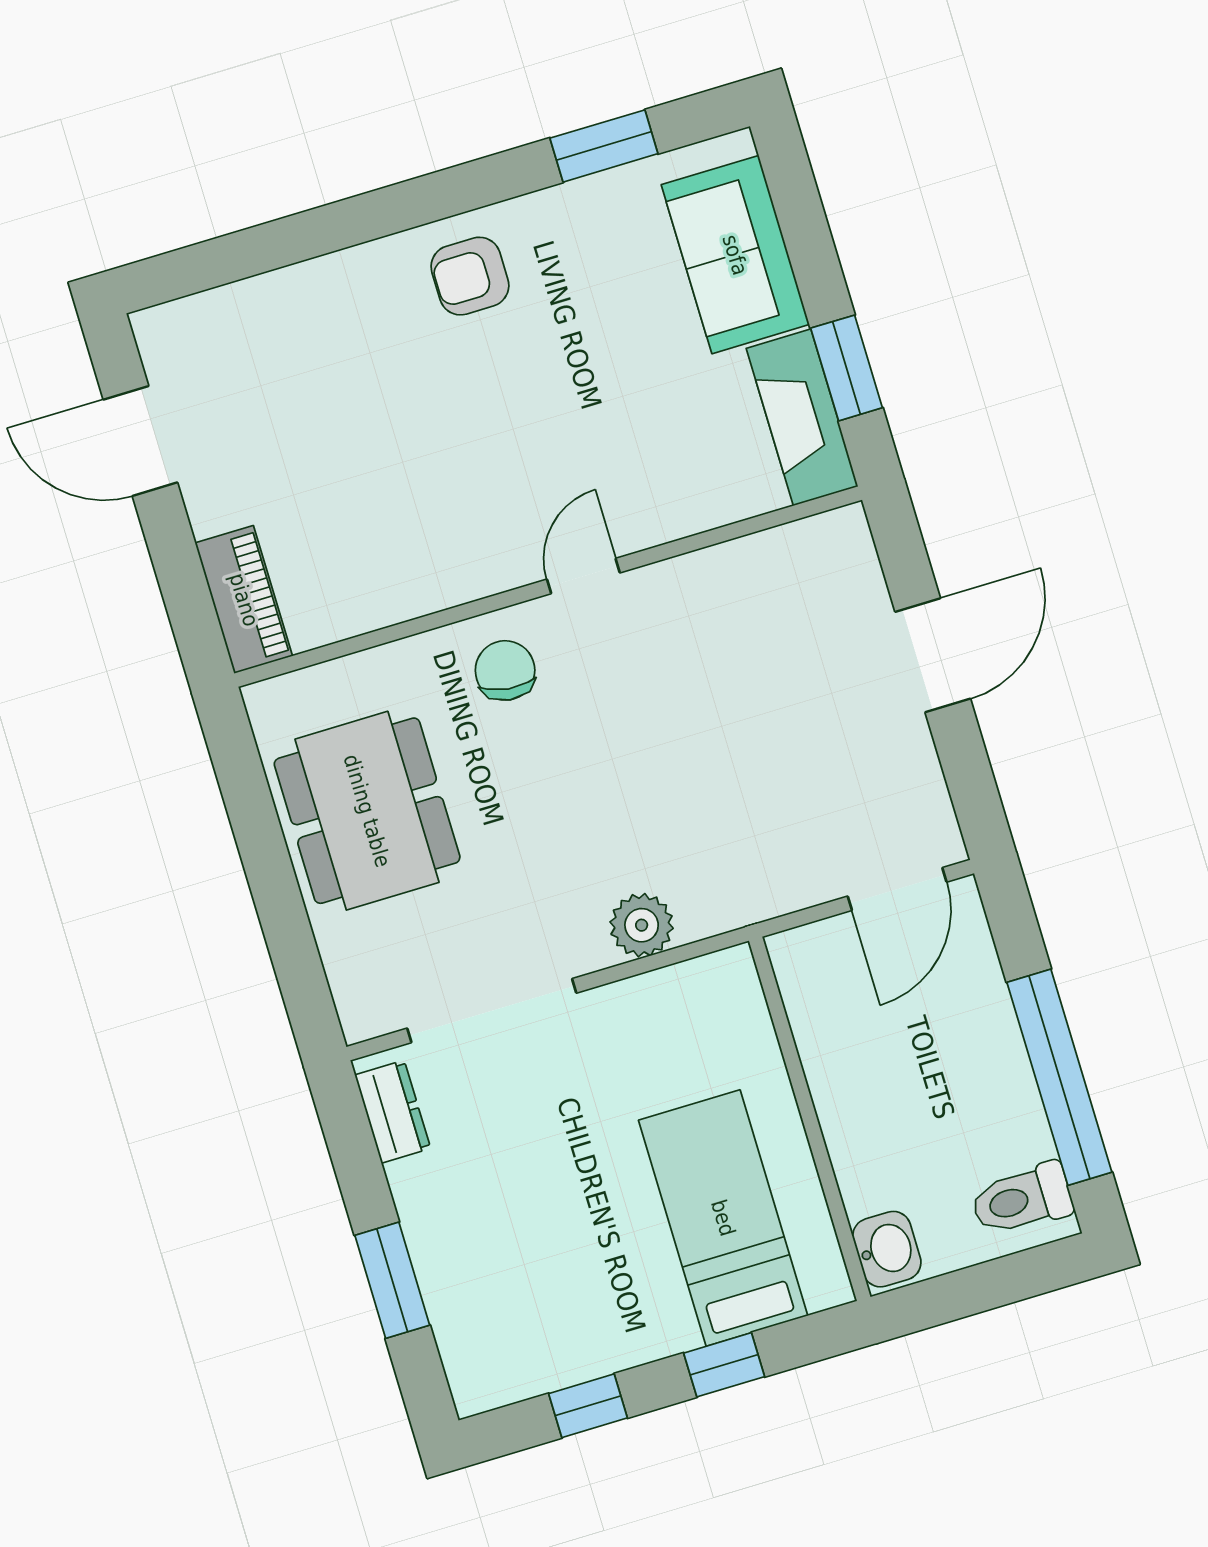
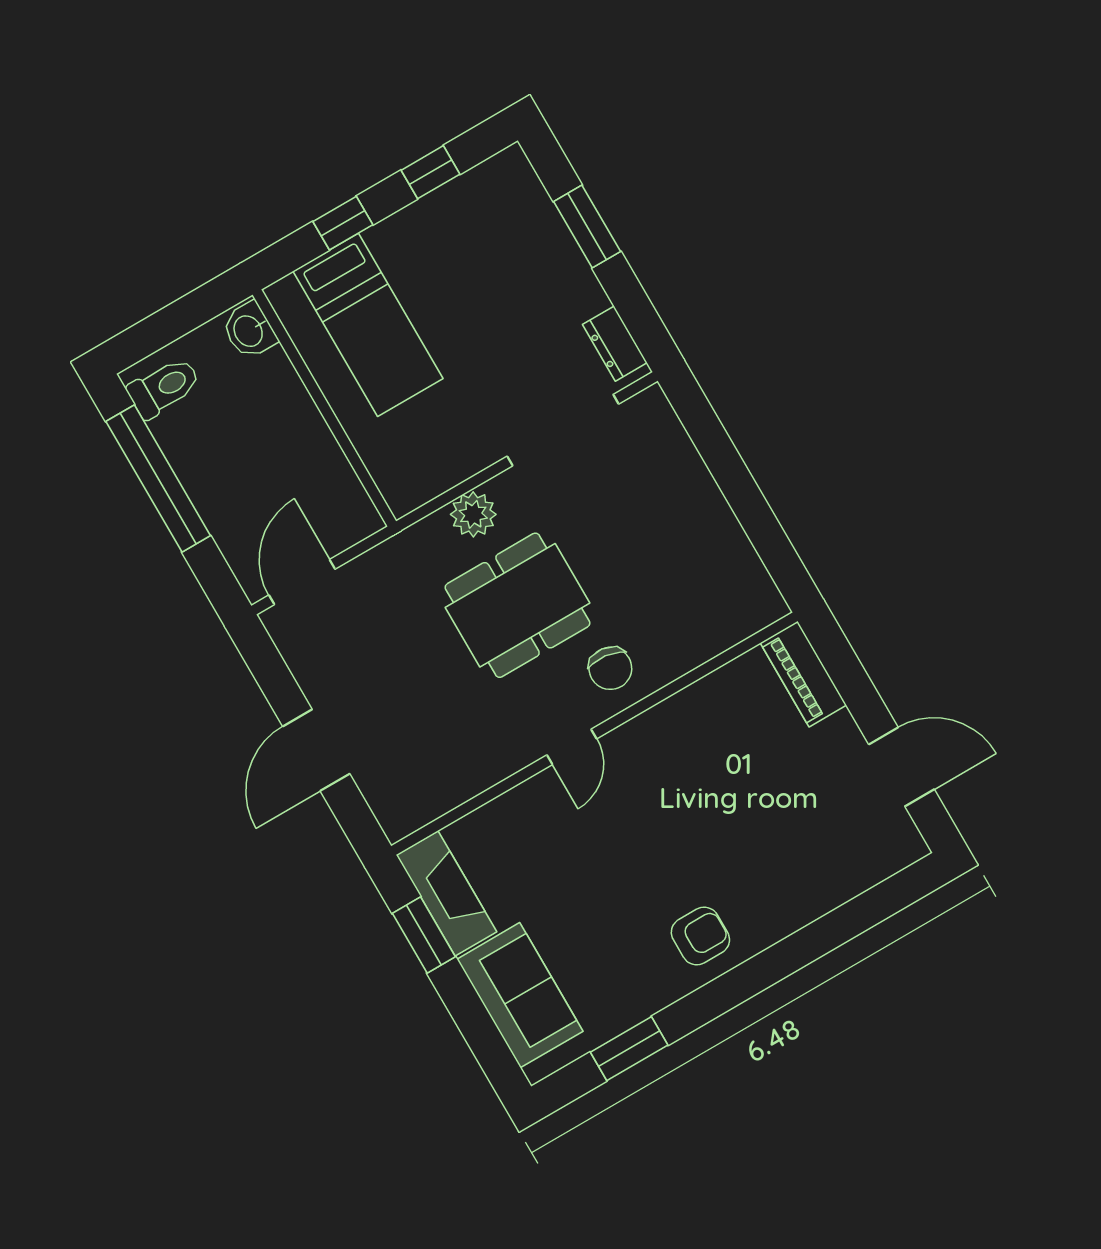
dining table: (367, 811) -> (517, 605), moved, turned 90

